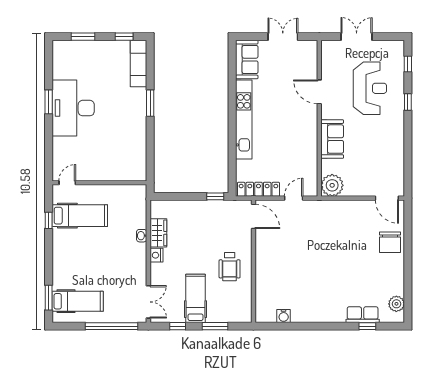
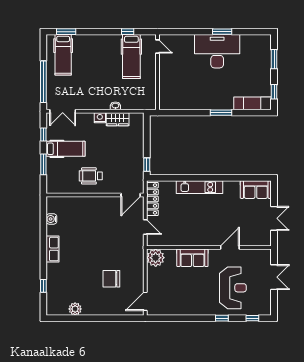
reception desk: (370, 88) -> (233, 288), turned -90
kitchen unit: (244, 120) -> (200, 187), width x0.73
chair: (390, 242) -> (111, 279), moved
plant: (396, 304) -> (75, 309), moved
row of seats: (363, 315) -> (52, 249), moved

